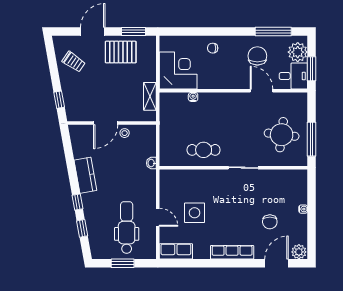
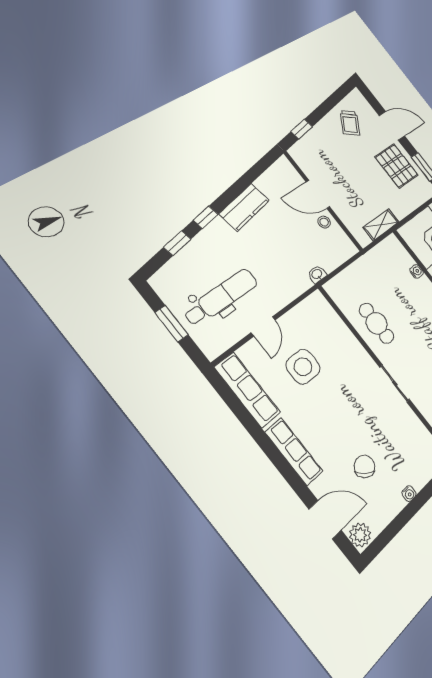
chair: (270, 222) -> (364, 466), turned 129
row of seats: (176, 251) -> (247, 390), width x1.48

